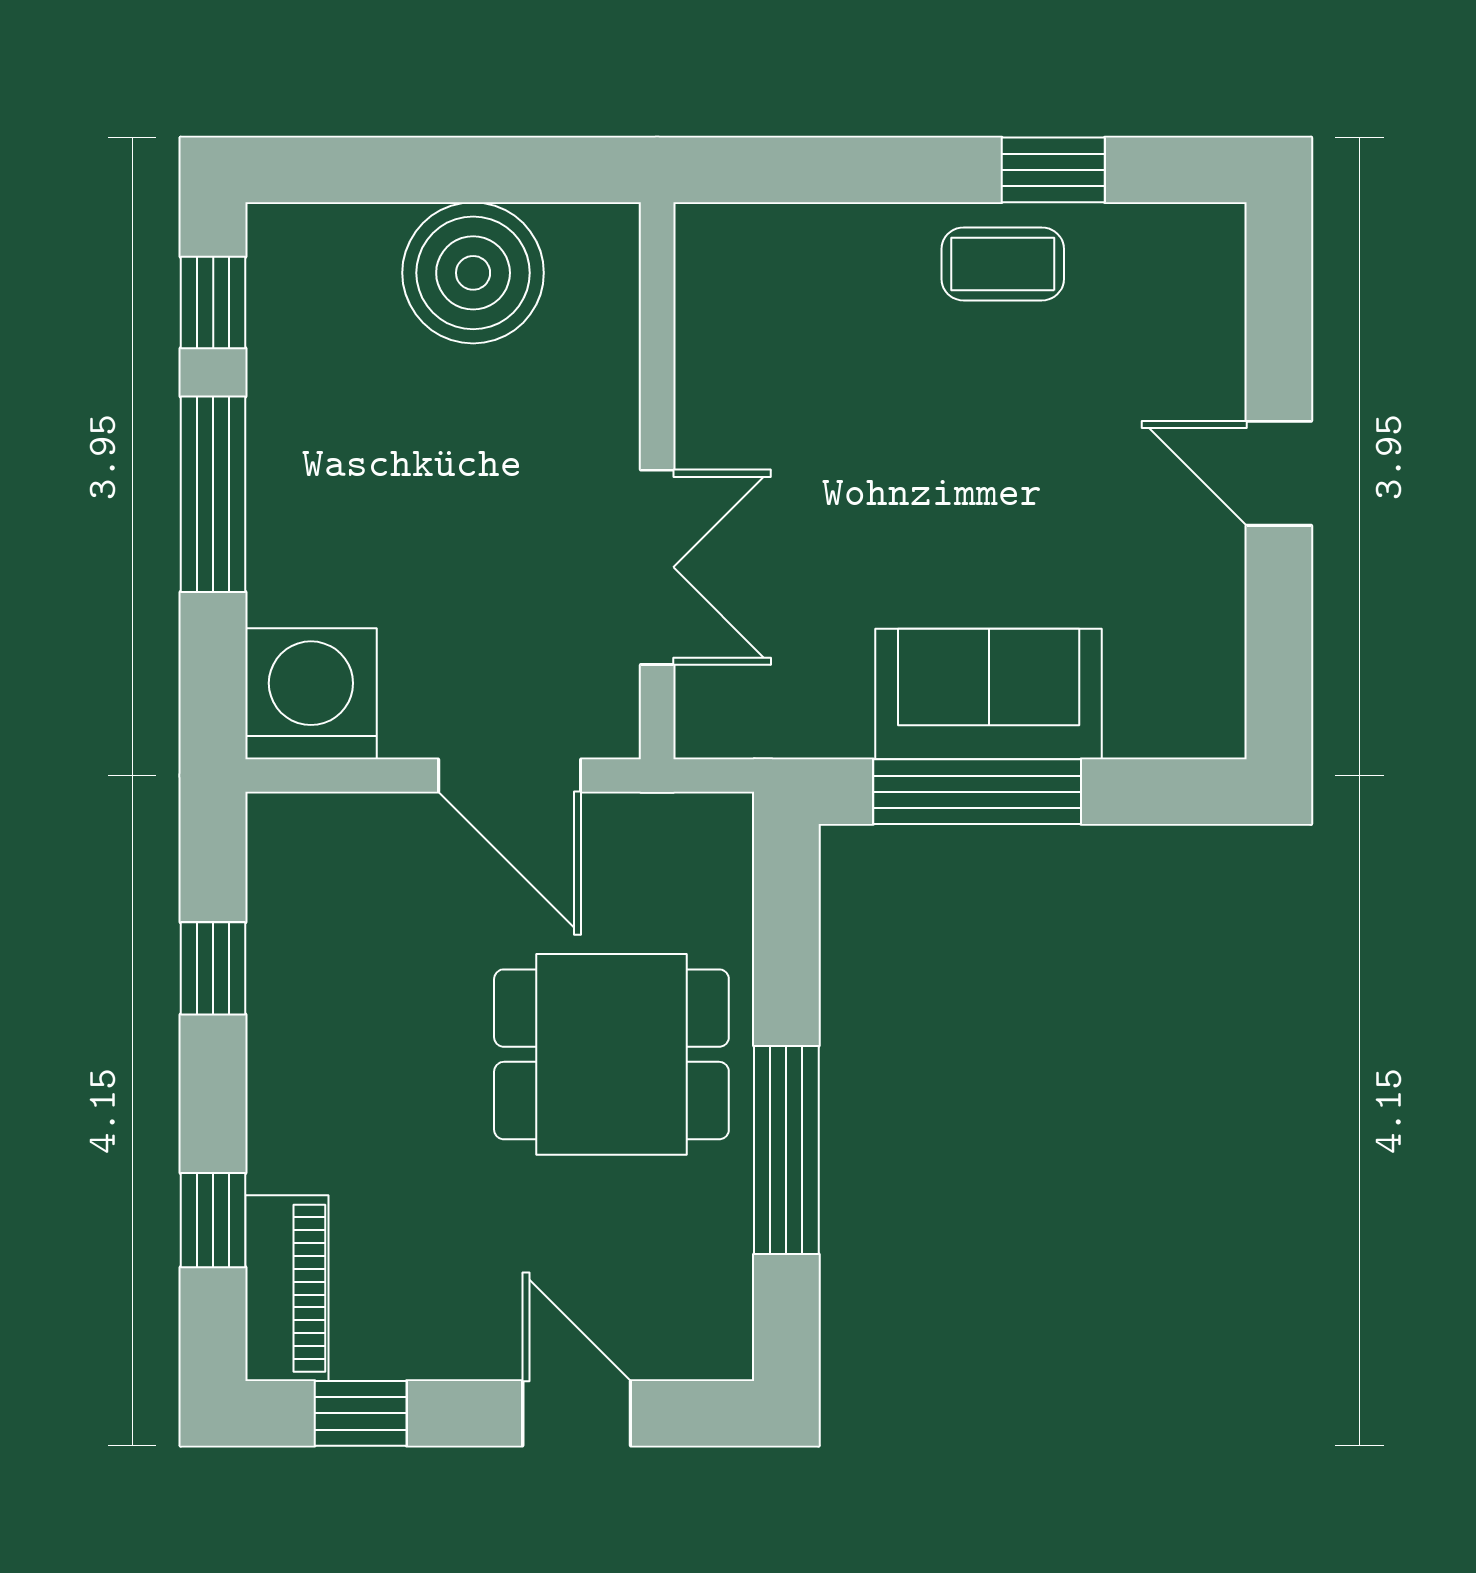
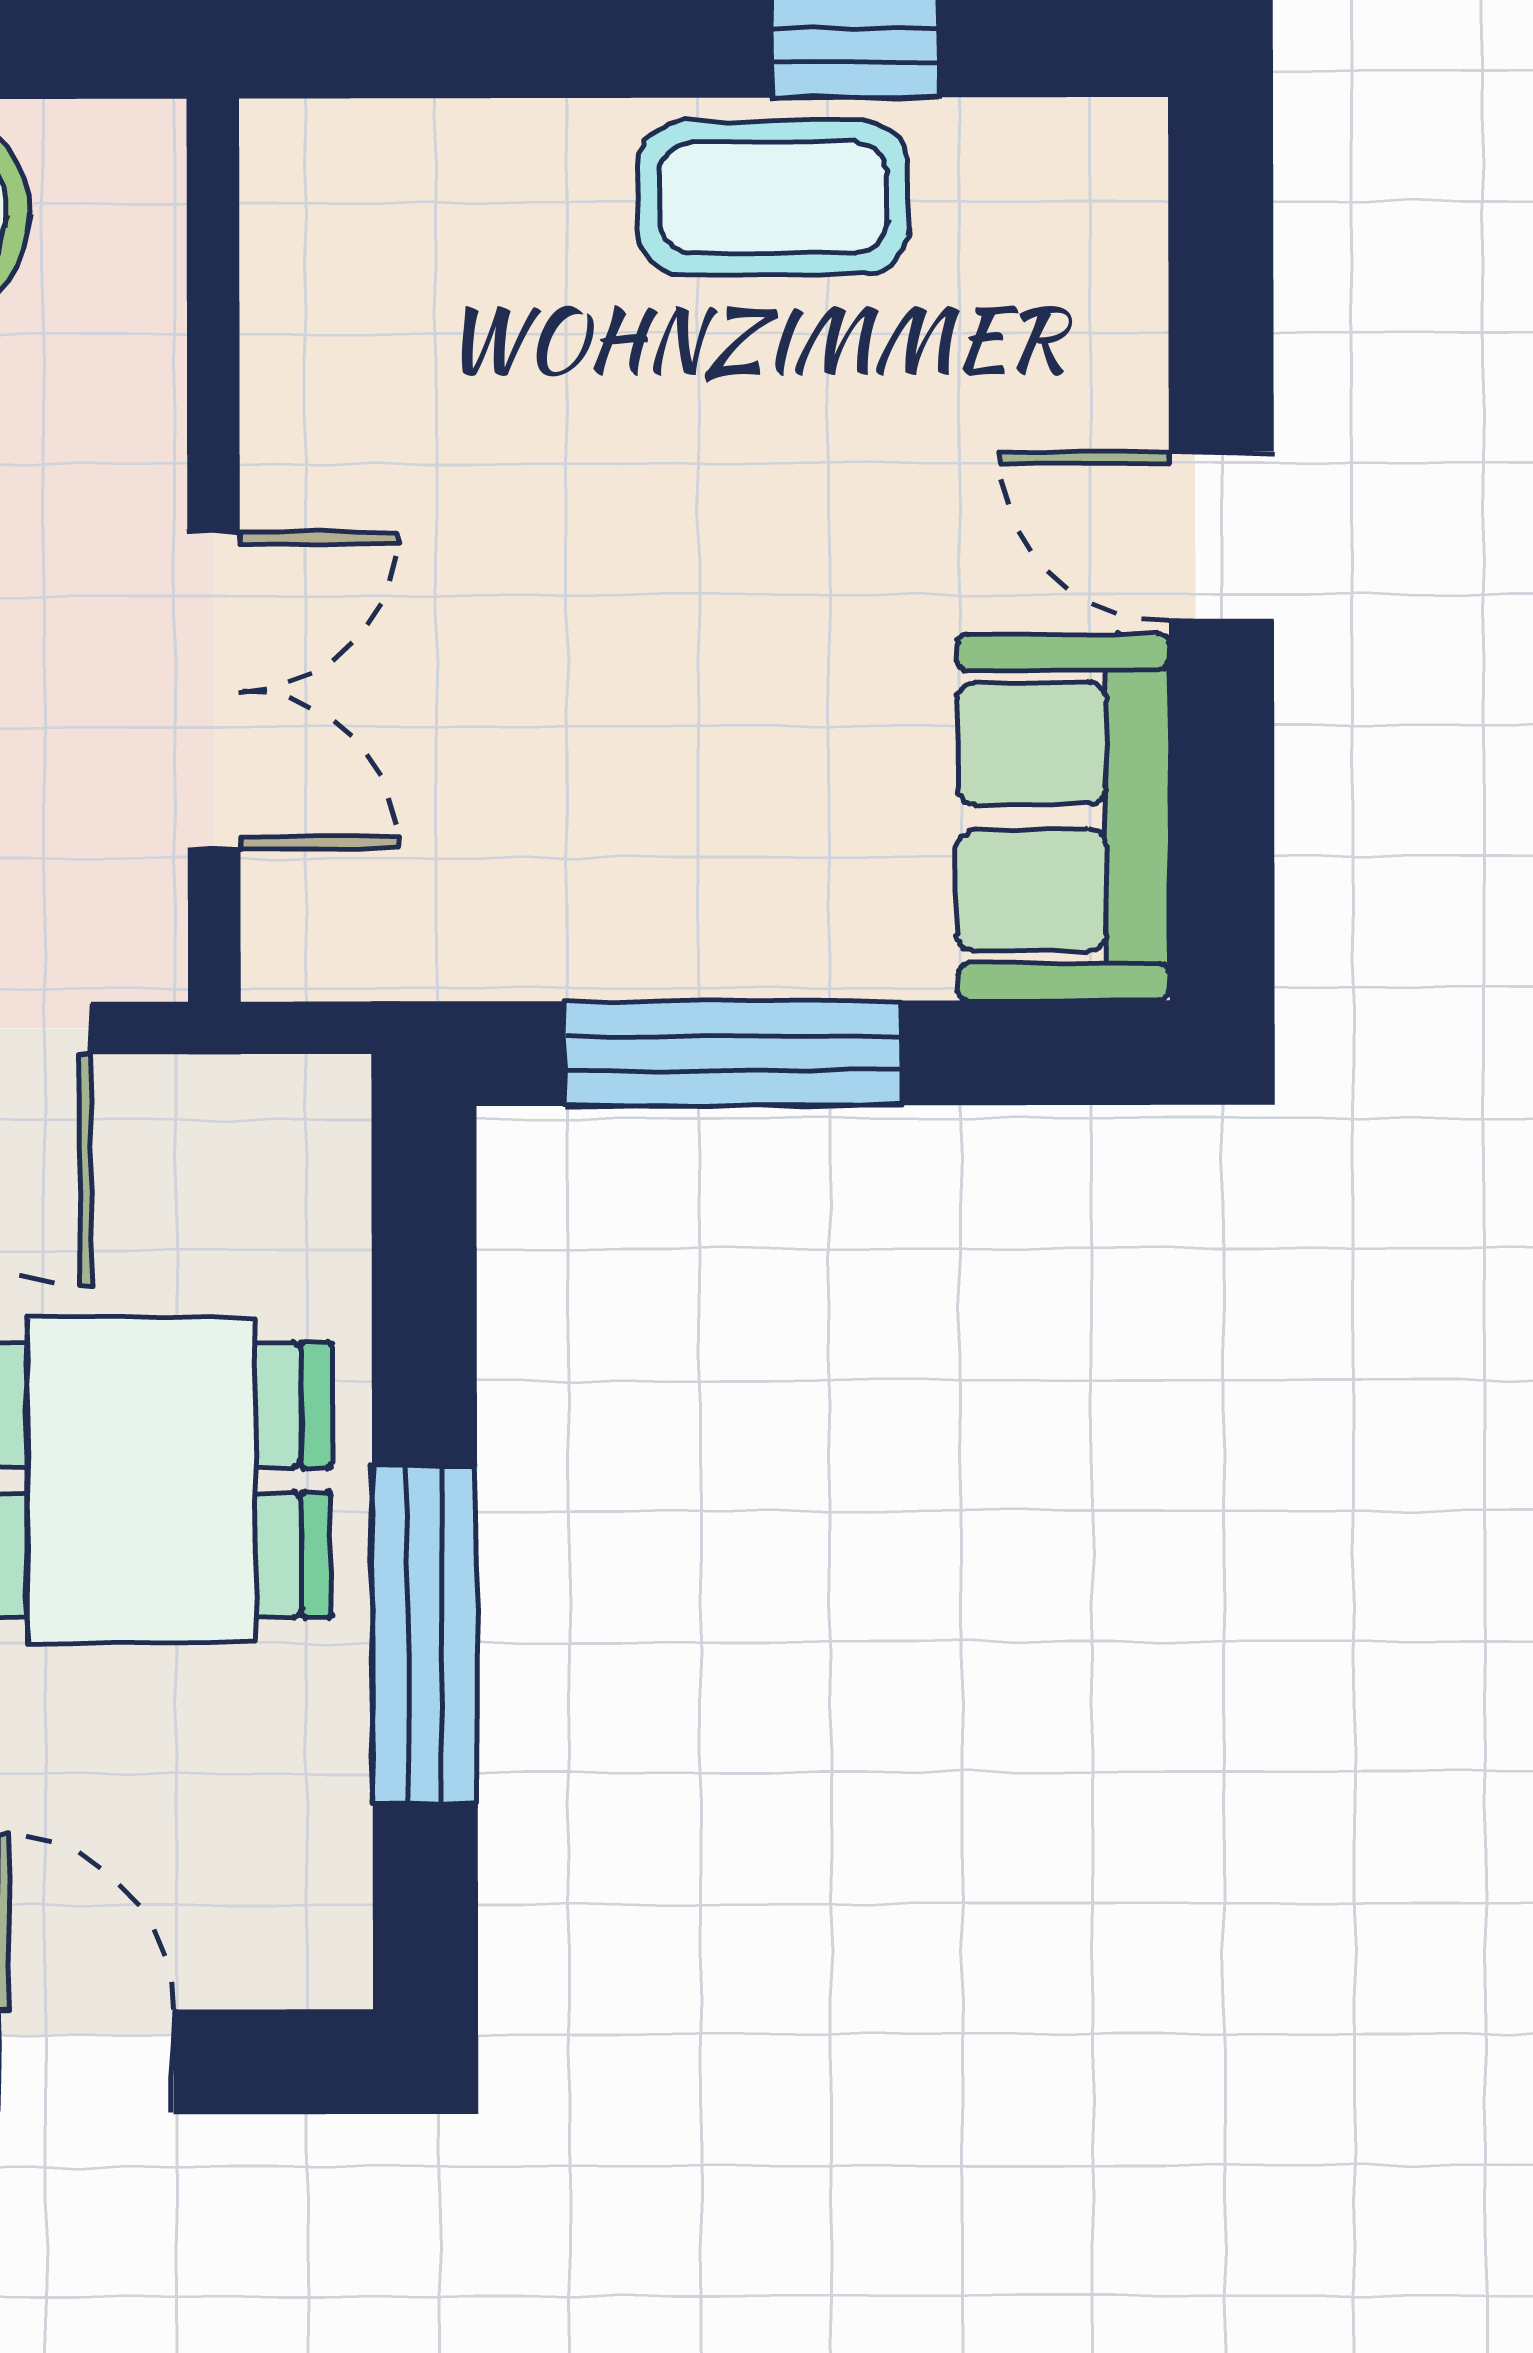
coffee table: (1003, 264) -> (773, 198), width x1.36, depth x1.30
sofa: (989, 694) -> (1063, 817), moved, turned -90

